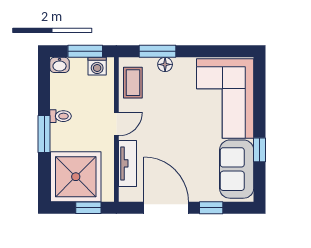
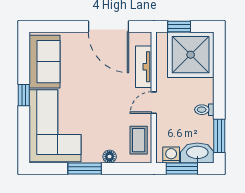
window: (157, 51) -> (85, 168), moved
washbasin: (60, 65) -> (197, 153), width x1.91, depth x1.45
window: (44, 134) -> (219, 136), moved
window: (259, 150) -> (24, 95), moved
window: (211, 208) -> (68, 26), removed

